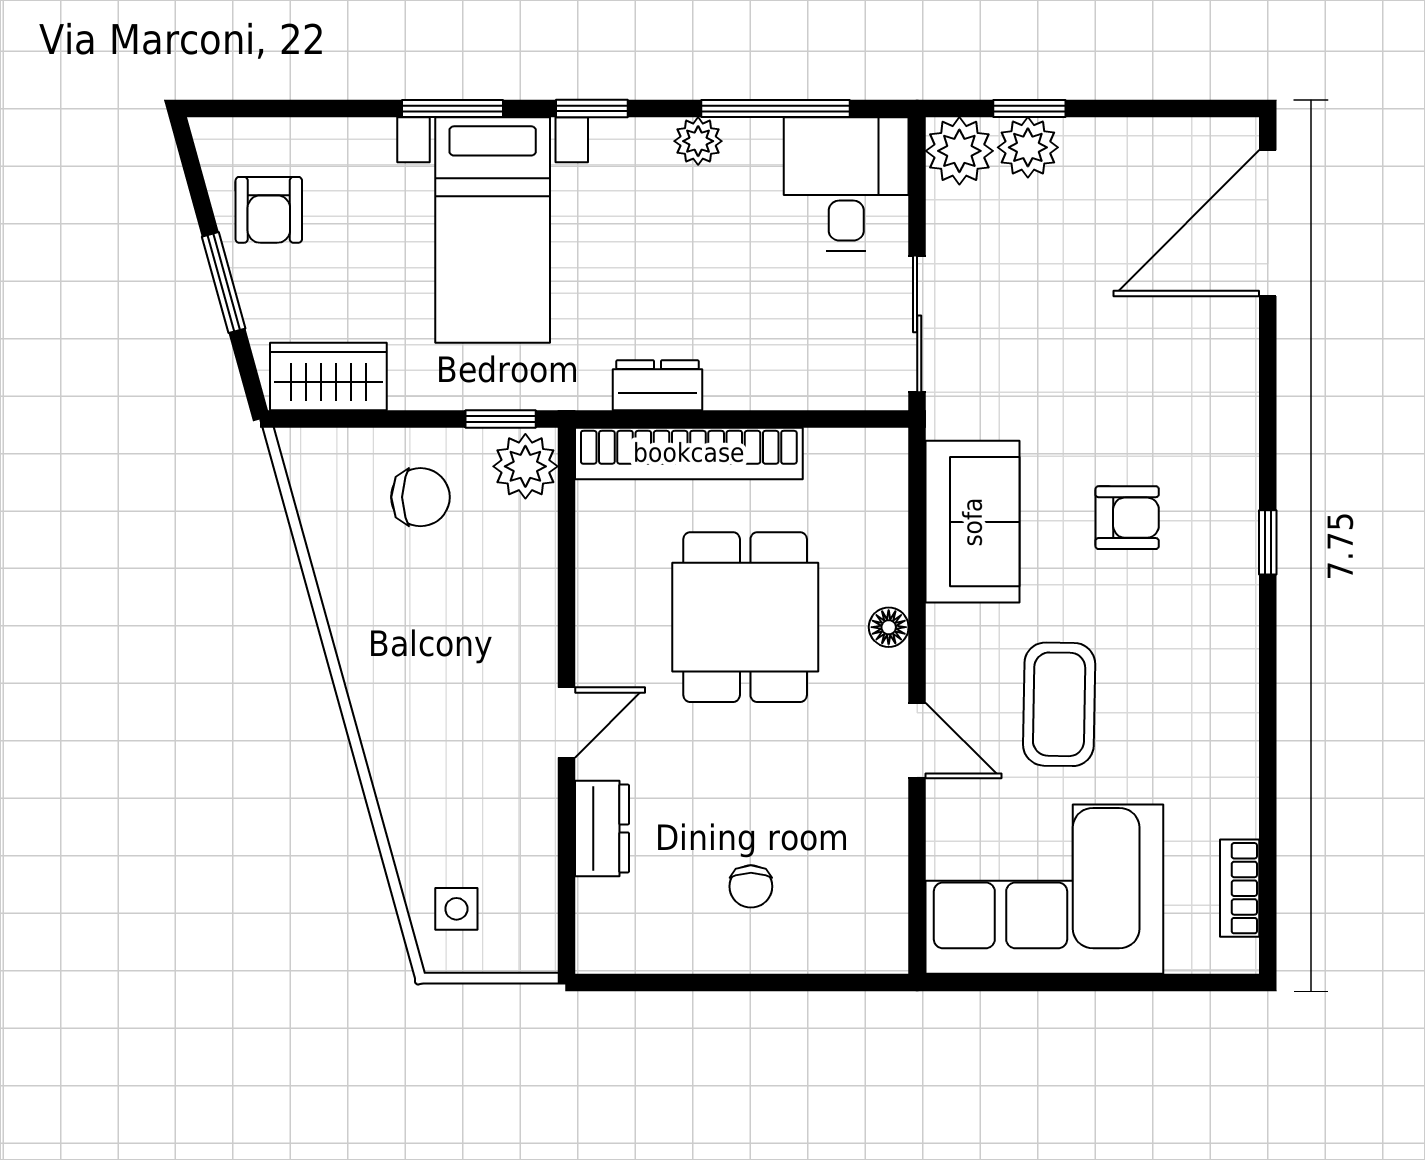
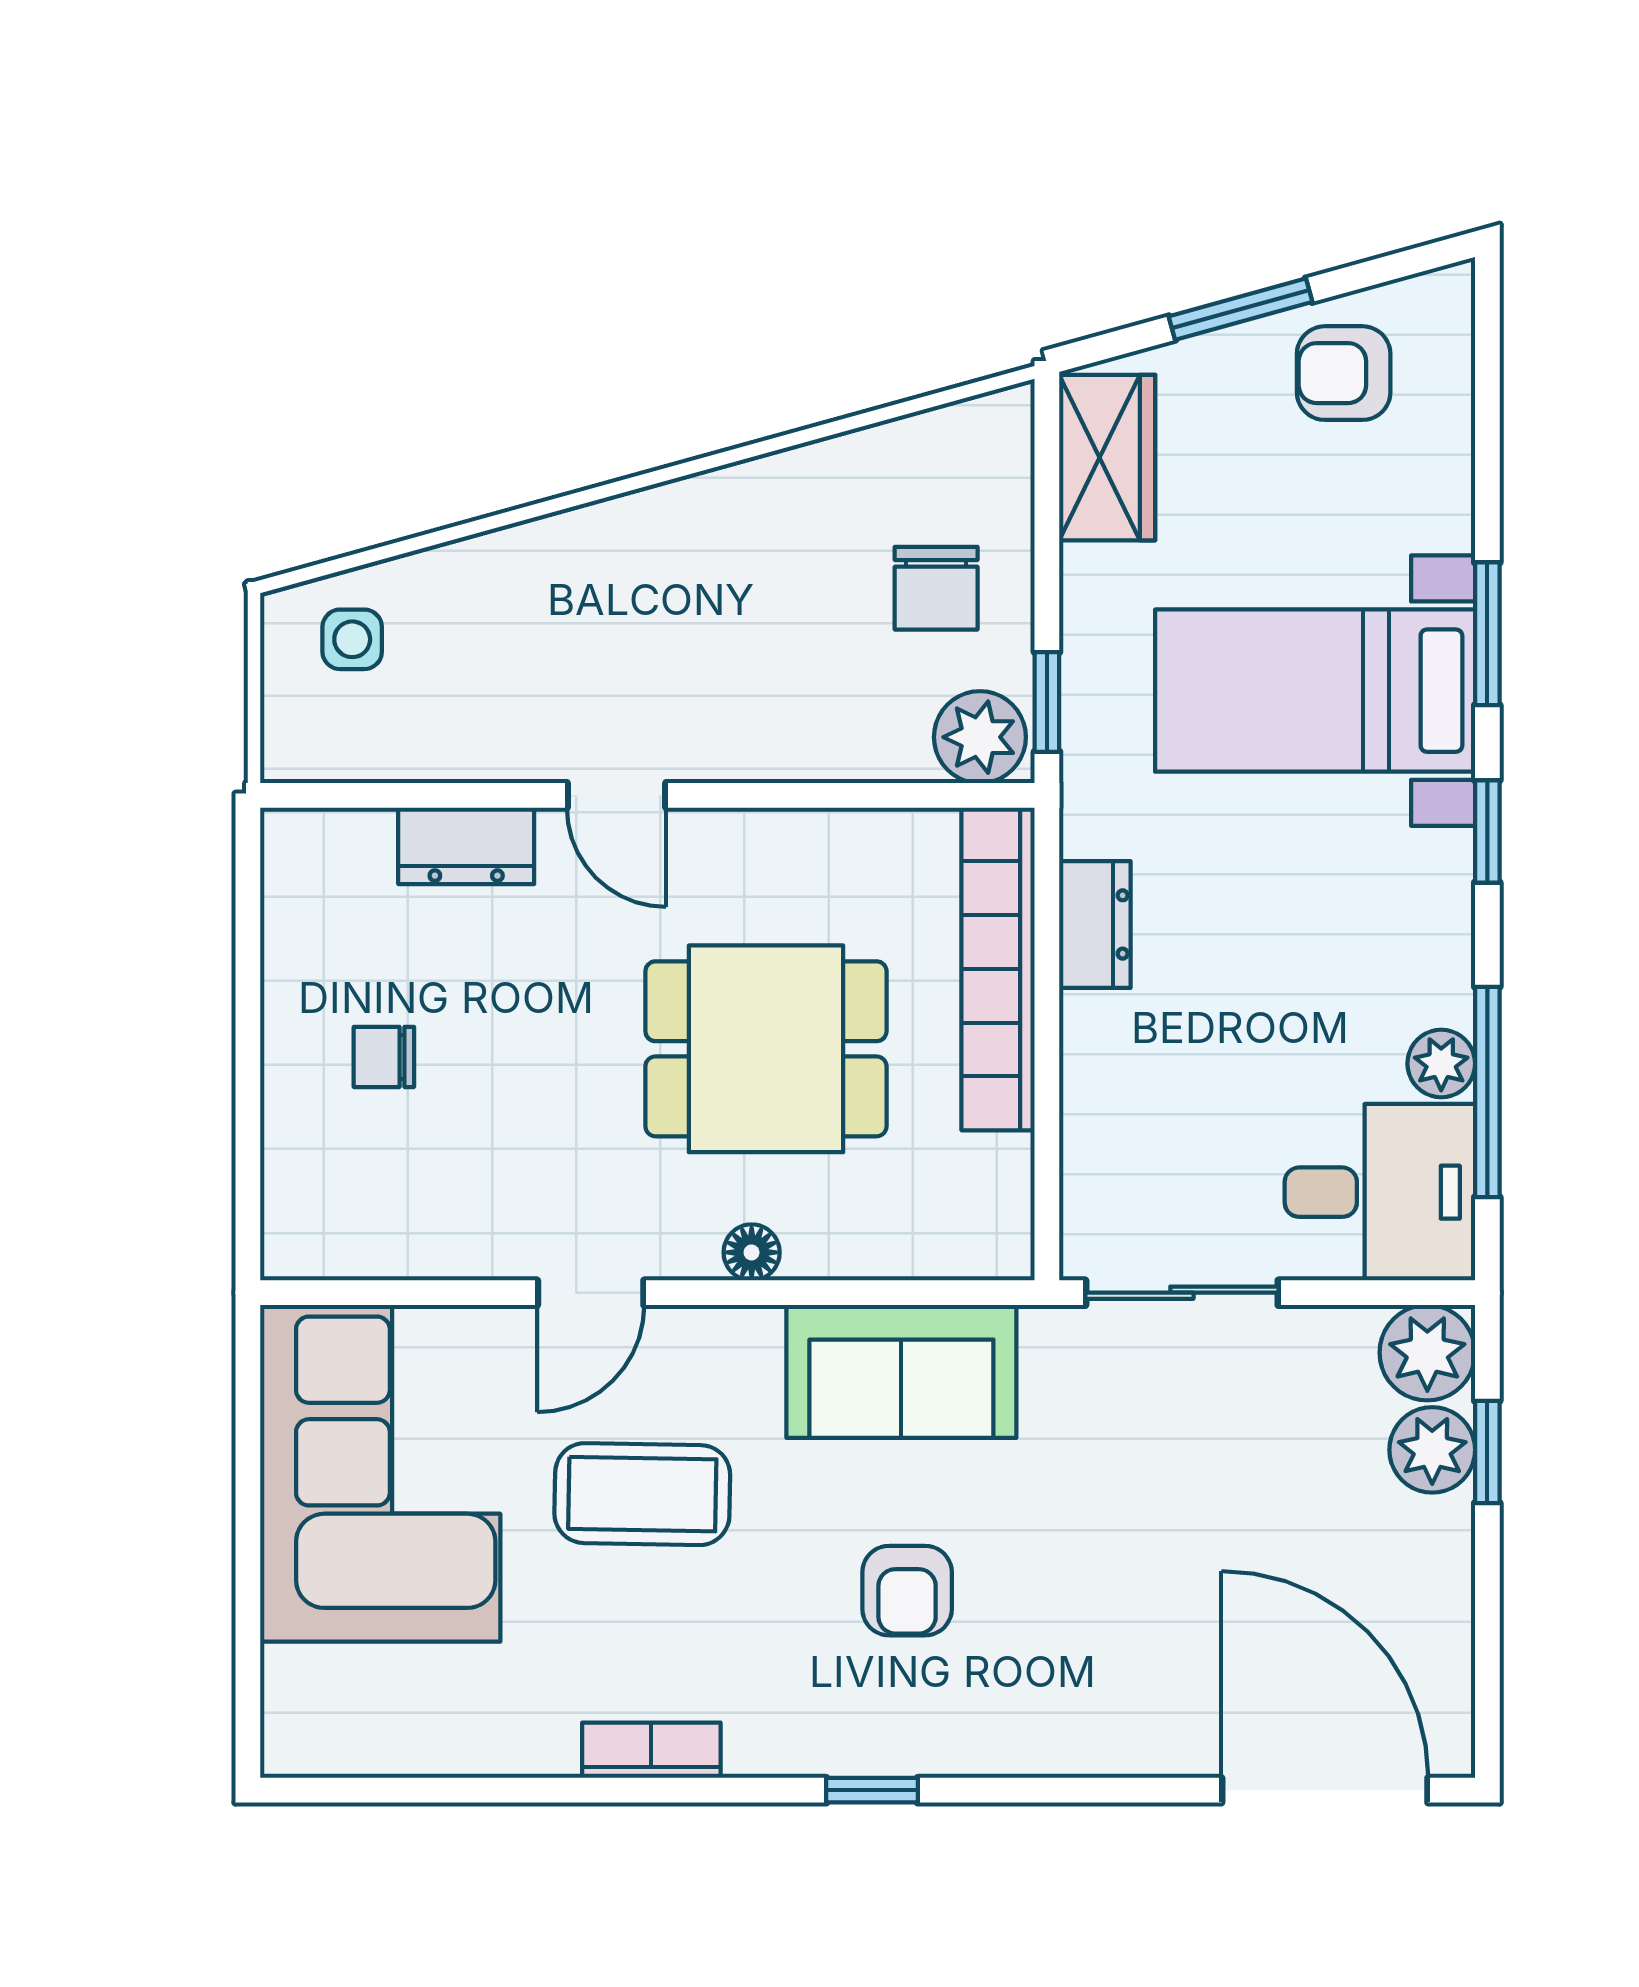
plant: (698, 141) -> (1441, 1064), moved
bookcase: (1240, 888) -> (651, 1750), moved

